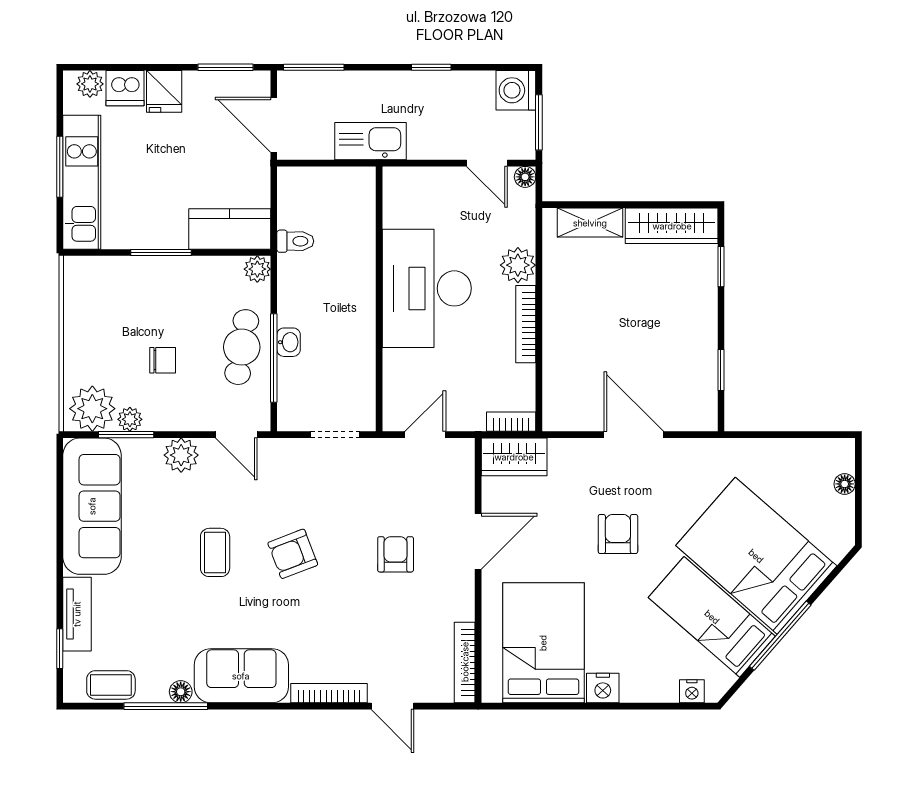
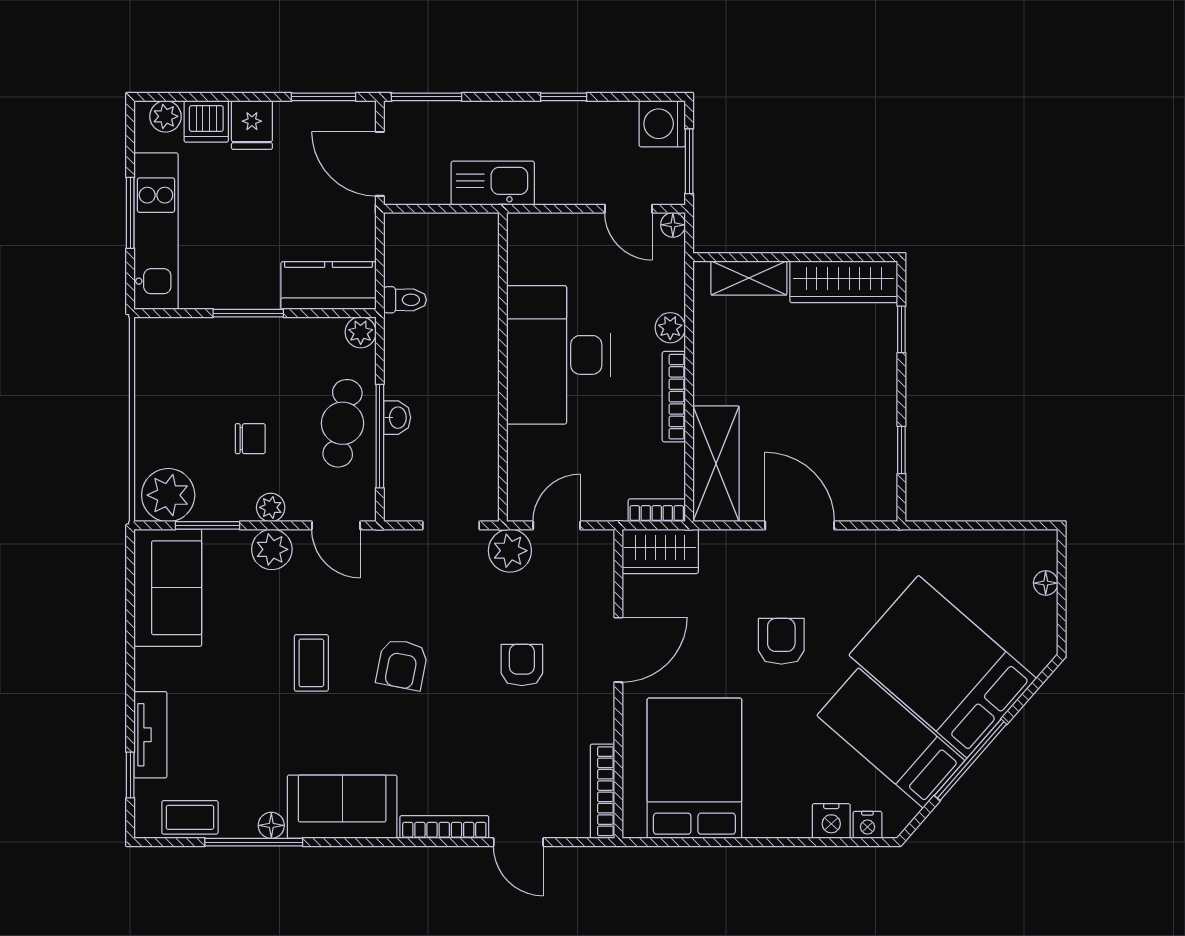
plant: (518, 265) -> (670, 328), width x0.73, depth x0.73
shelving: (562, 382) -> (716, 464), added
plant: (130, 419) -> (271, 507), moved
plant: (385, 456) -> (510, 551), added
sofa: (92, 506) -> (168, 588), width x0.73
armchair: (293, 554) -> (402, 664), turned -58
nightstand: (603, 688) -> (831, 821), moved

